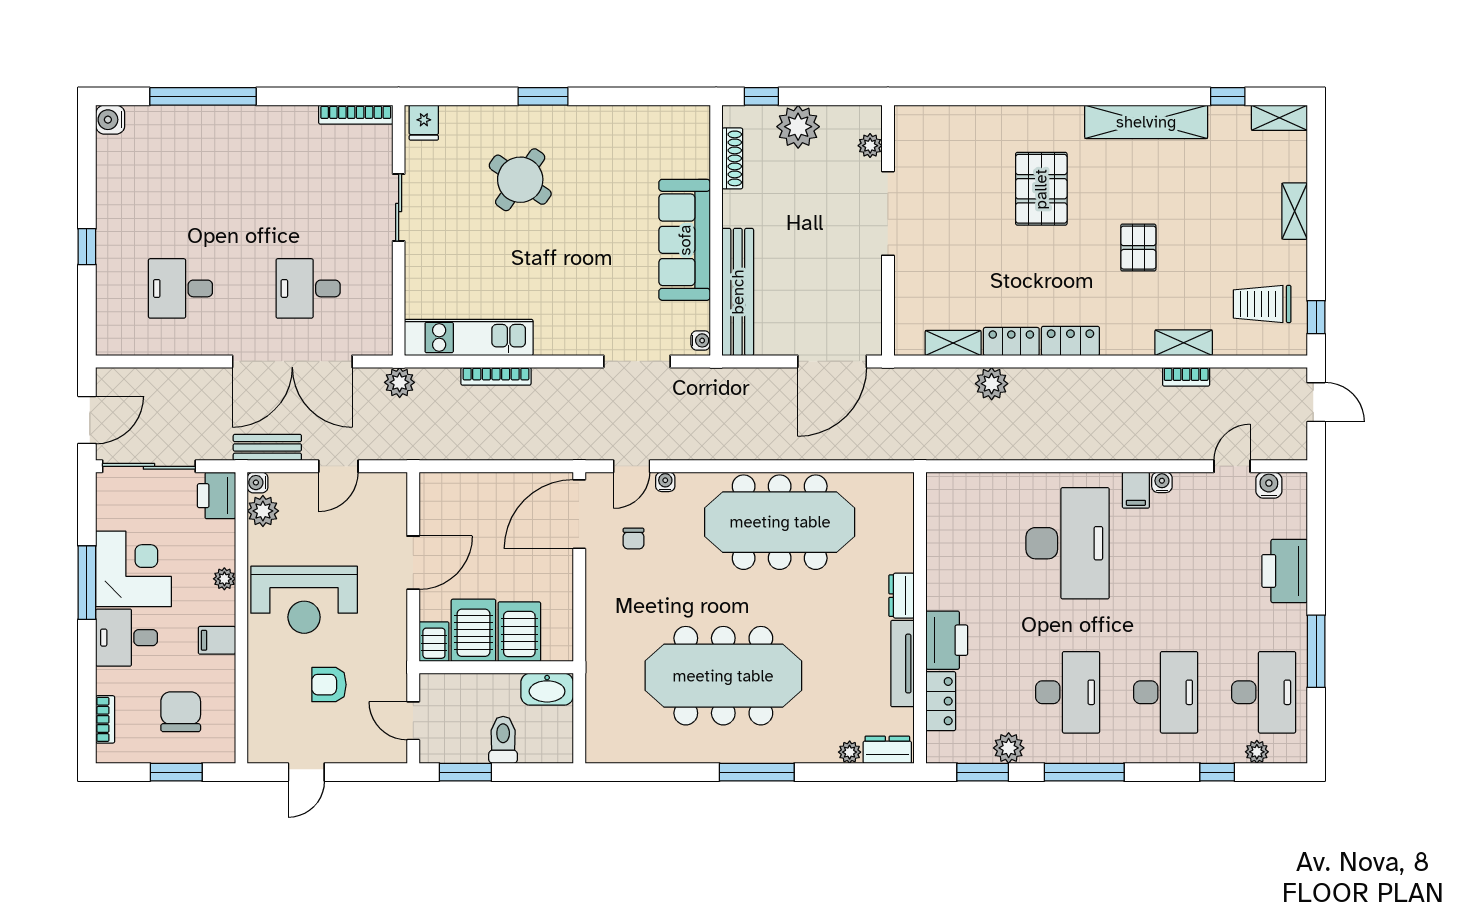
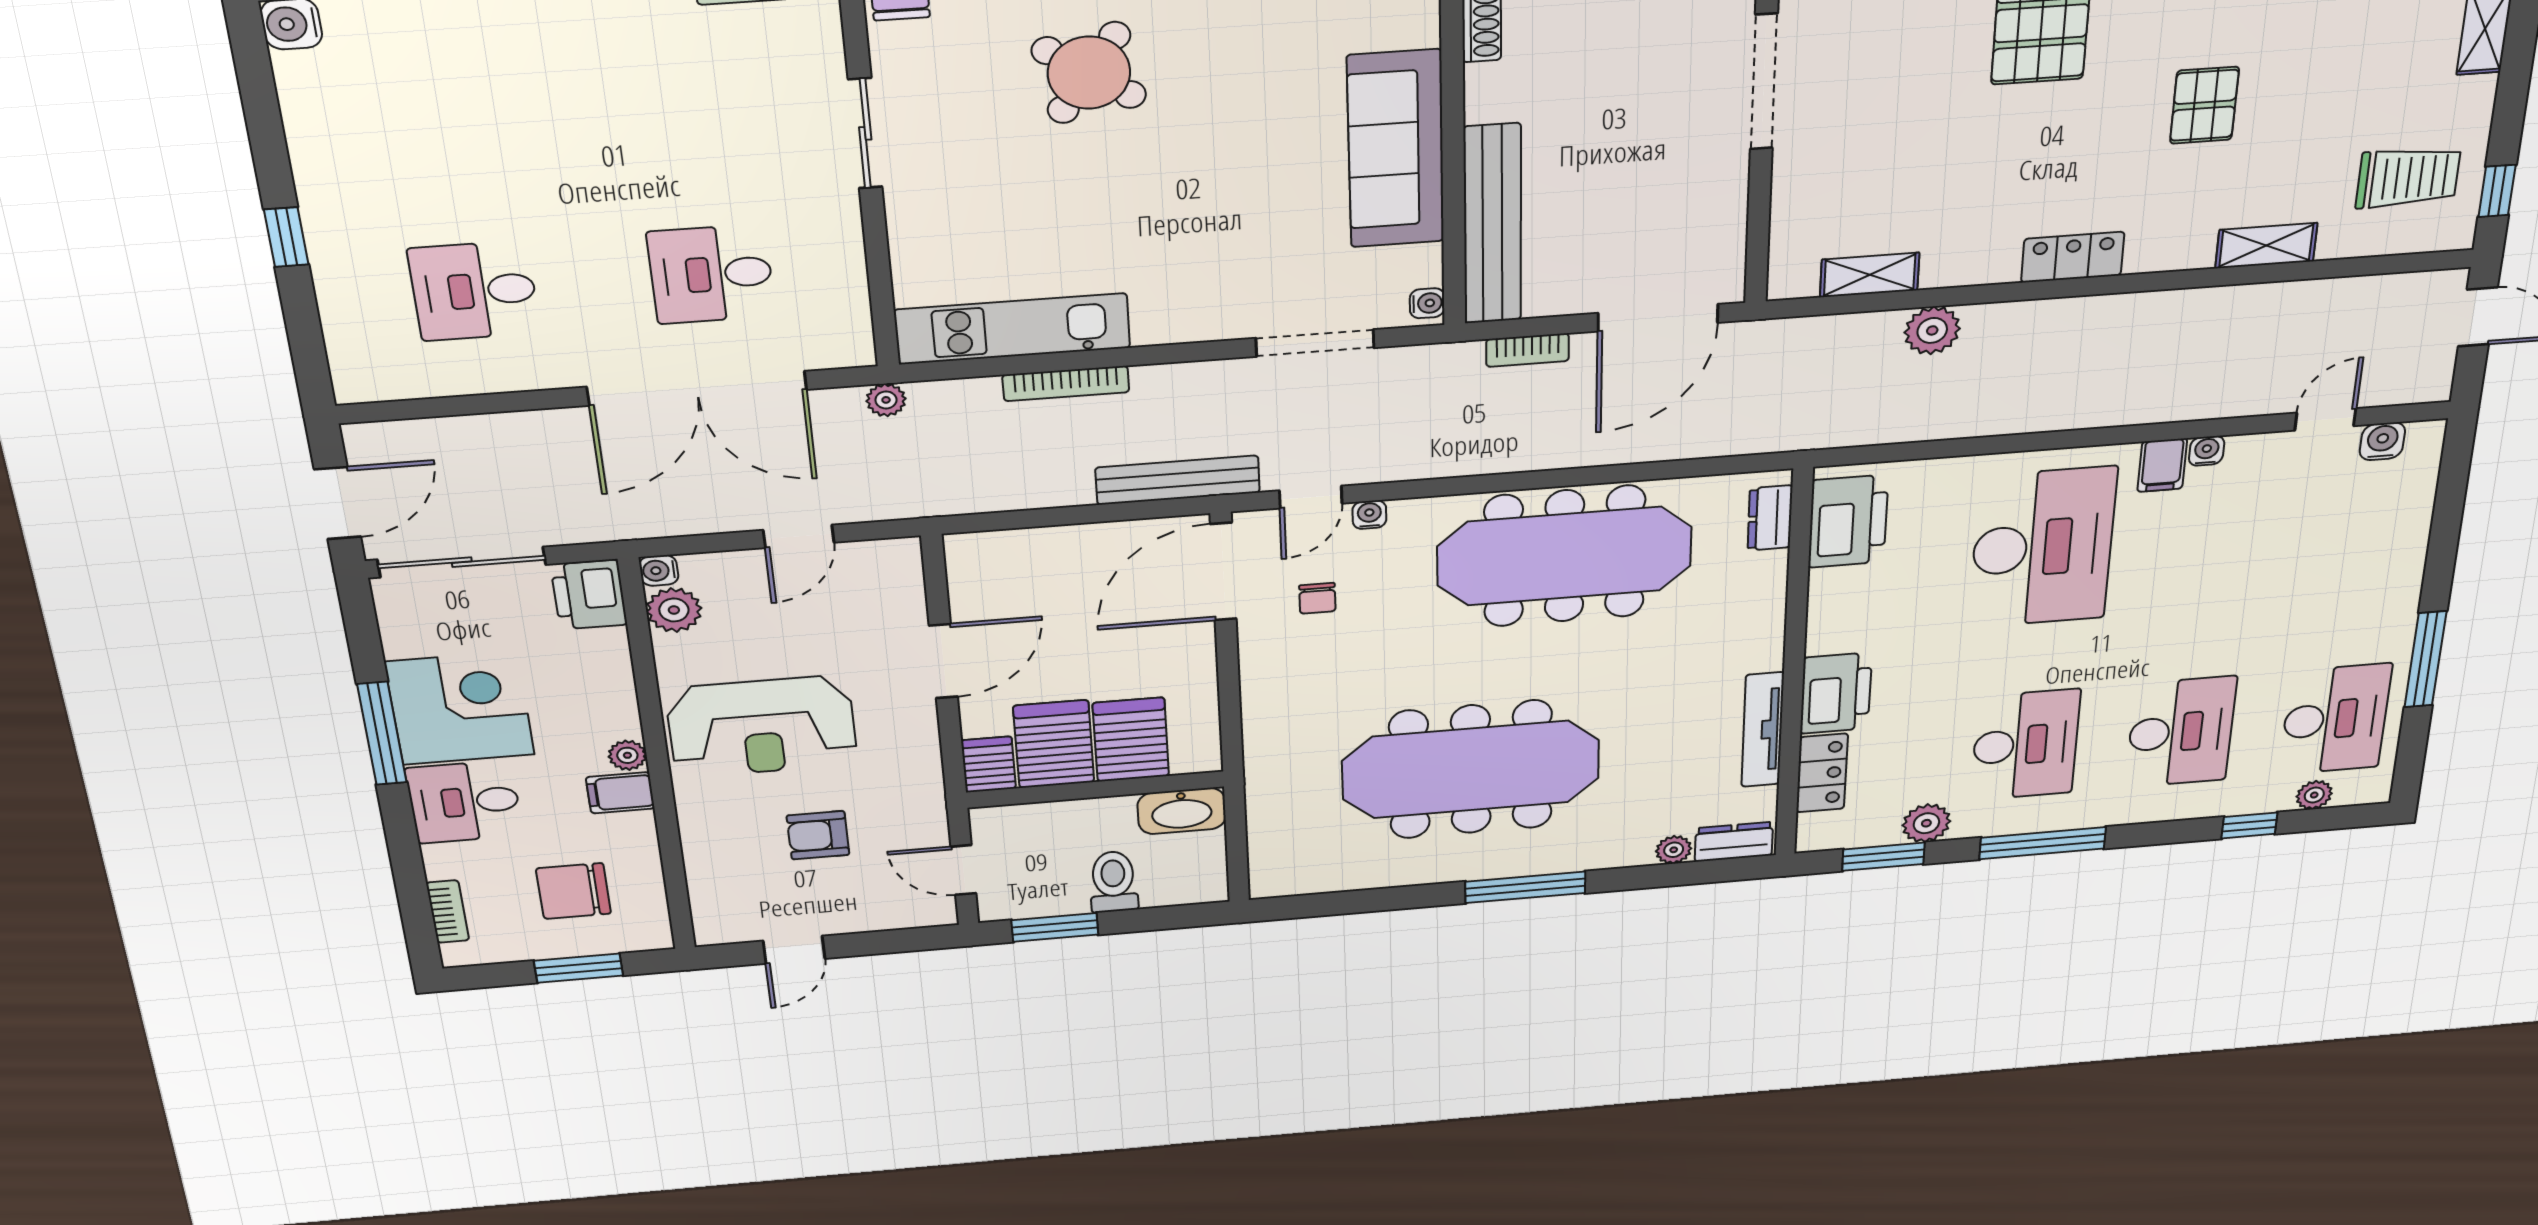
trolley: (1262, 304) -> (2408, 177), turned 180
locker: (1011, 342) -> (1971, 265), removed
bookcase: (1186, 377) -> (1528, 350), moved
plant: (400, 382) -> (886, 400), width x0.73, depth x0.73
bench: (267, 447) -> (1178, 480), moved, width x1.36
printer: (1285, 571) -> (1848, 521), moved, turned 180
plant: (224, 579) -> (627, 755), moved
dresser: (902, 596) -> (1770, 518), moved
chair: (181, 712) -> (573, 891), turned -90

